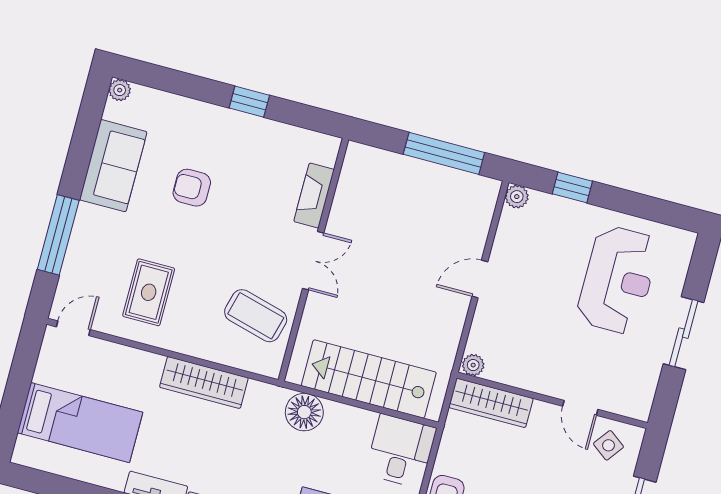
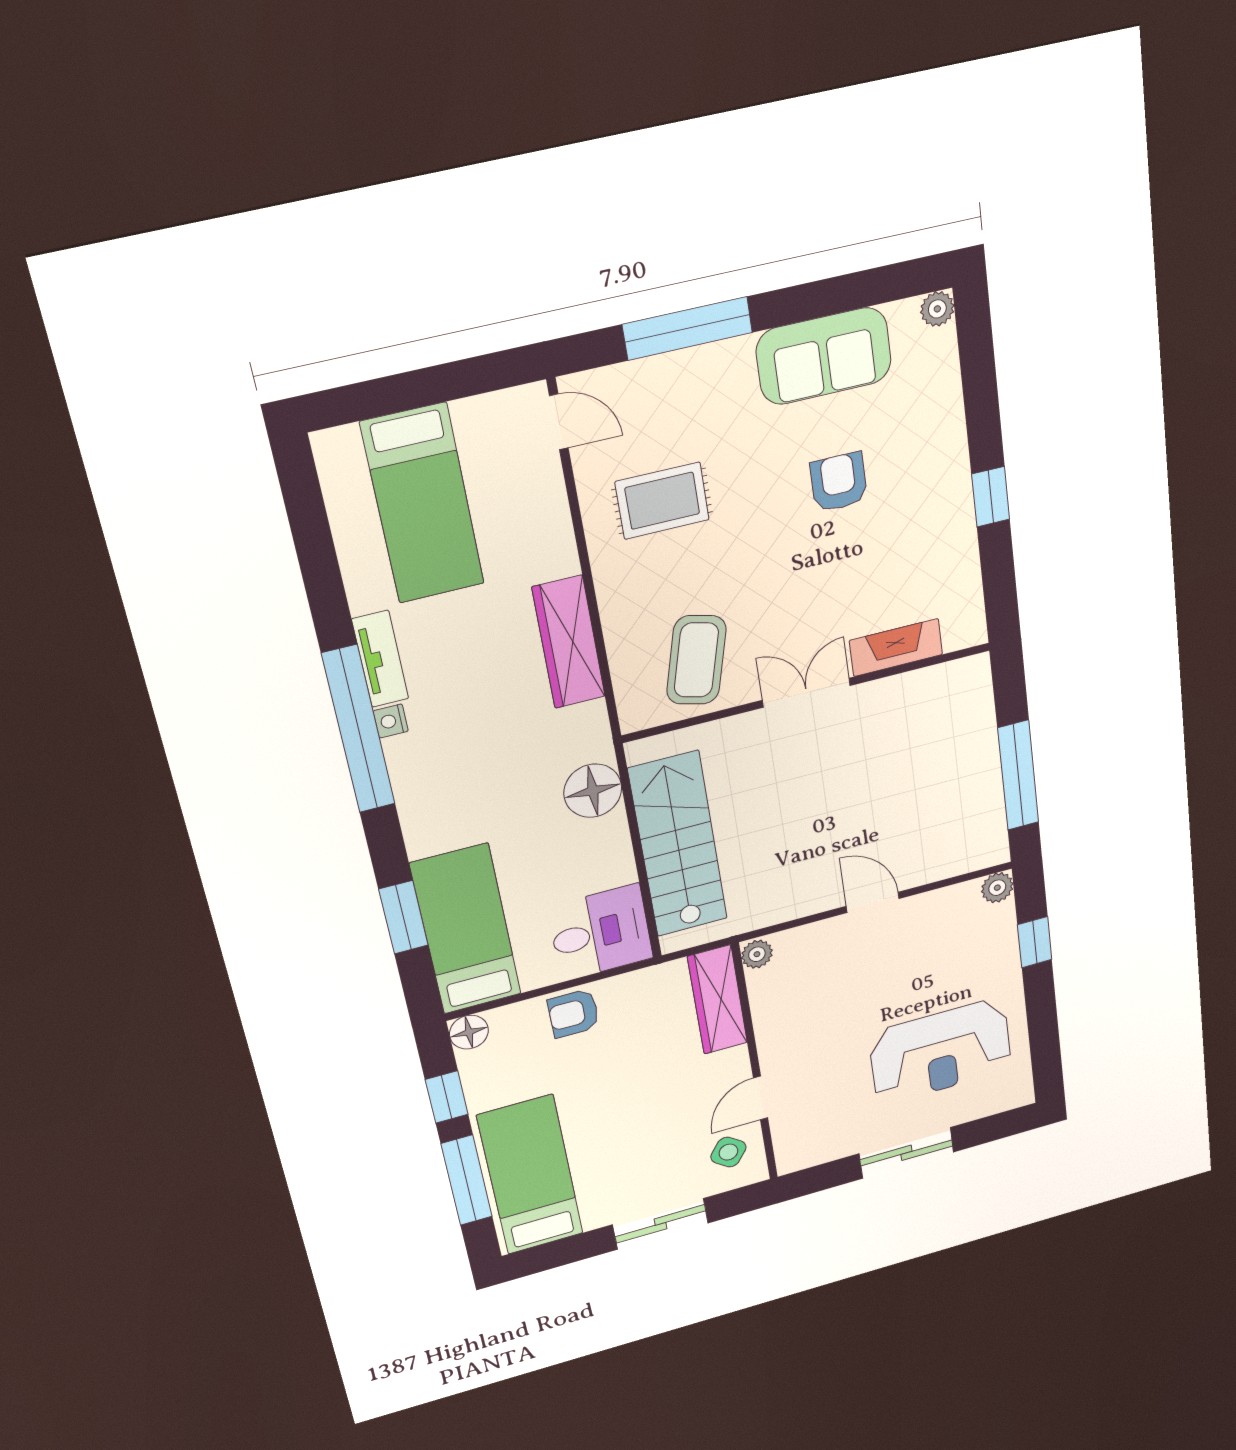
double door: (313, 261) -> (806, 693), swing flipped

